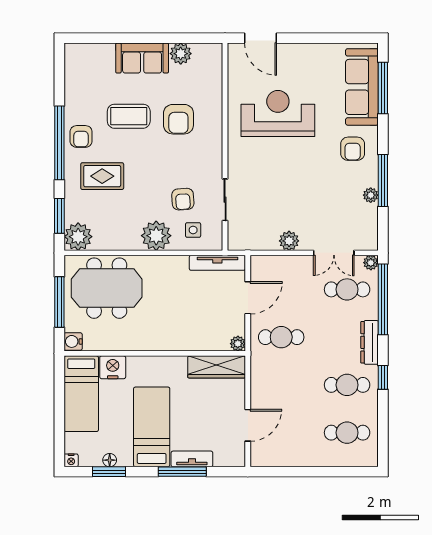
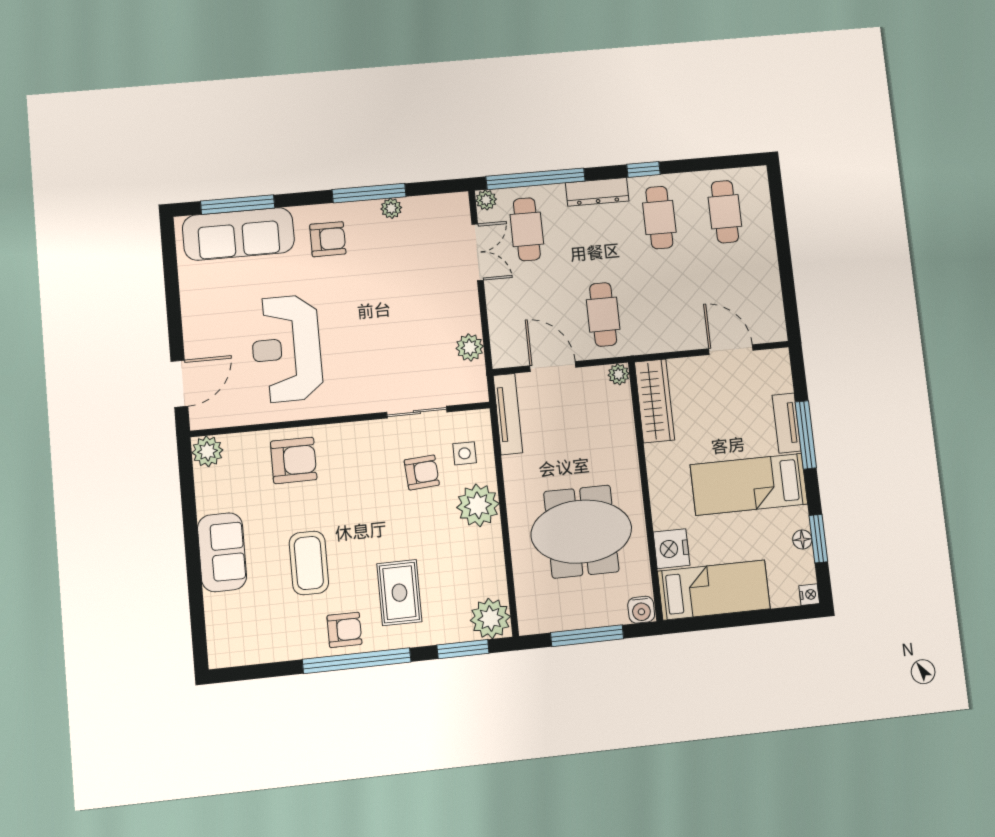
plant: (181, 54) -> (207, 451), moved
armchair: (178, 119) -> (294, 460), moved
plant: (289, 241) -> (470, 347), moved
meeting table: (107, 288) -> (581, 532), moved, turned 90

